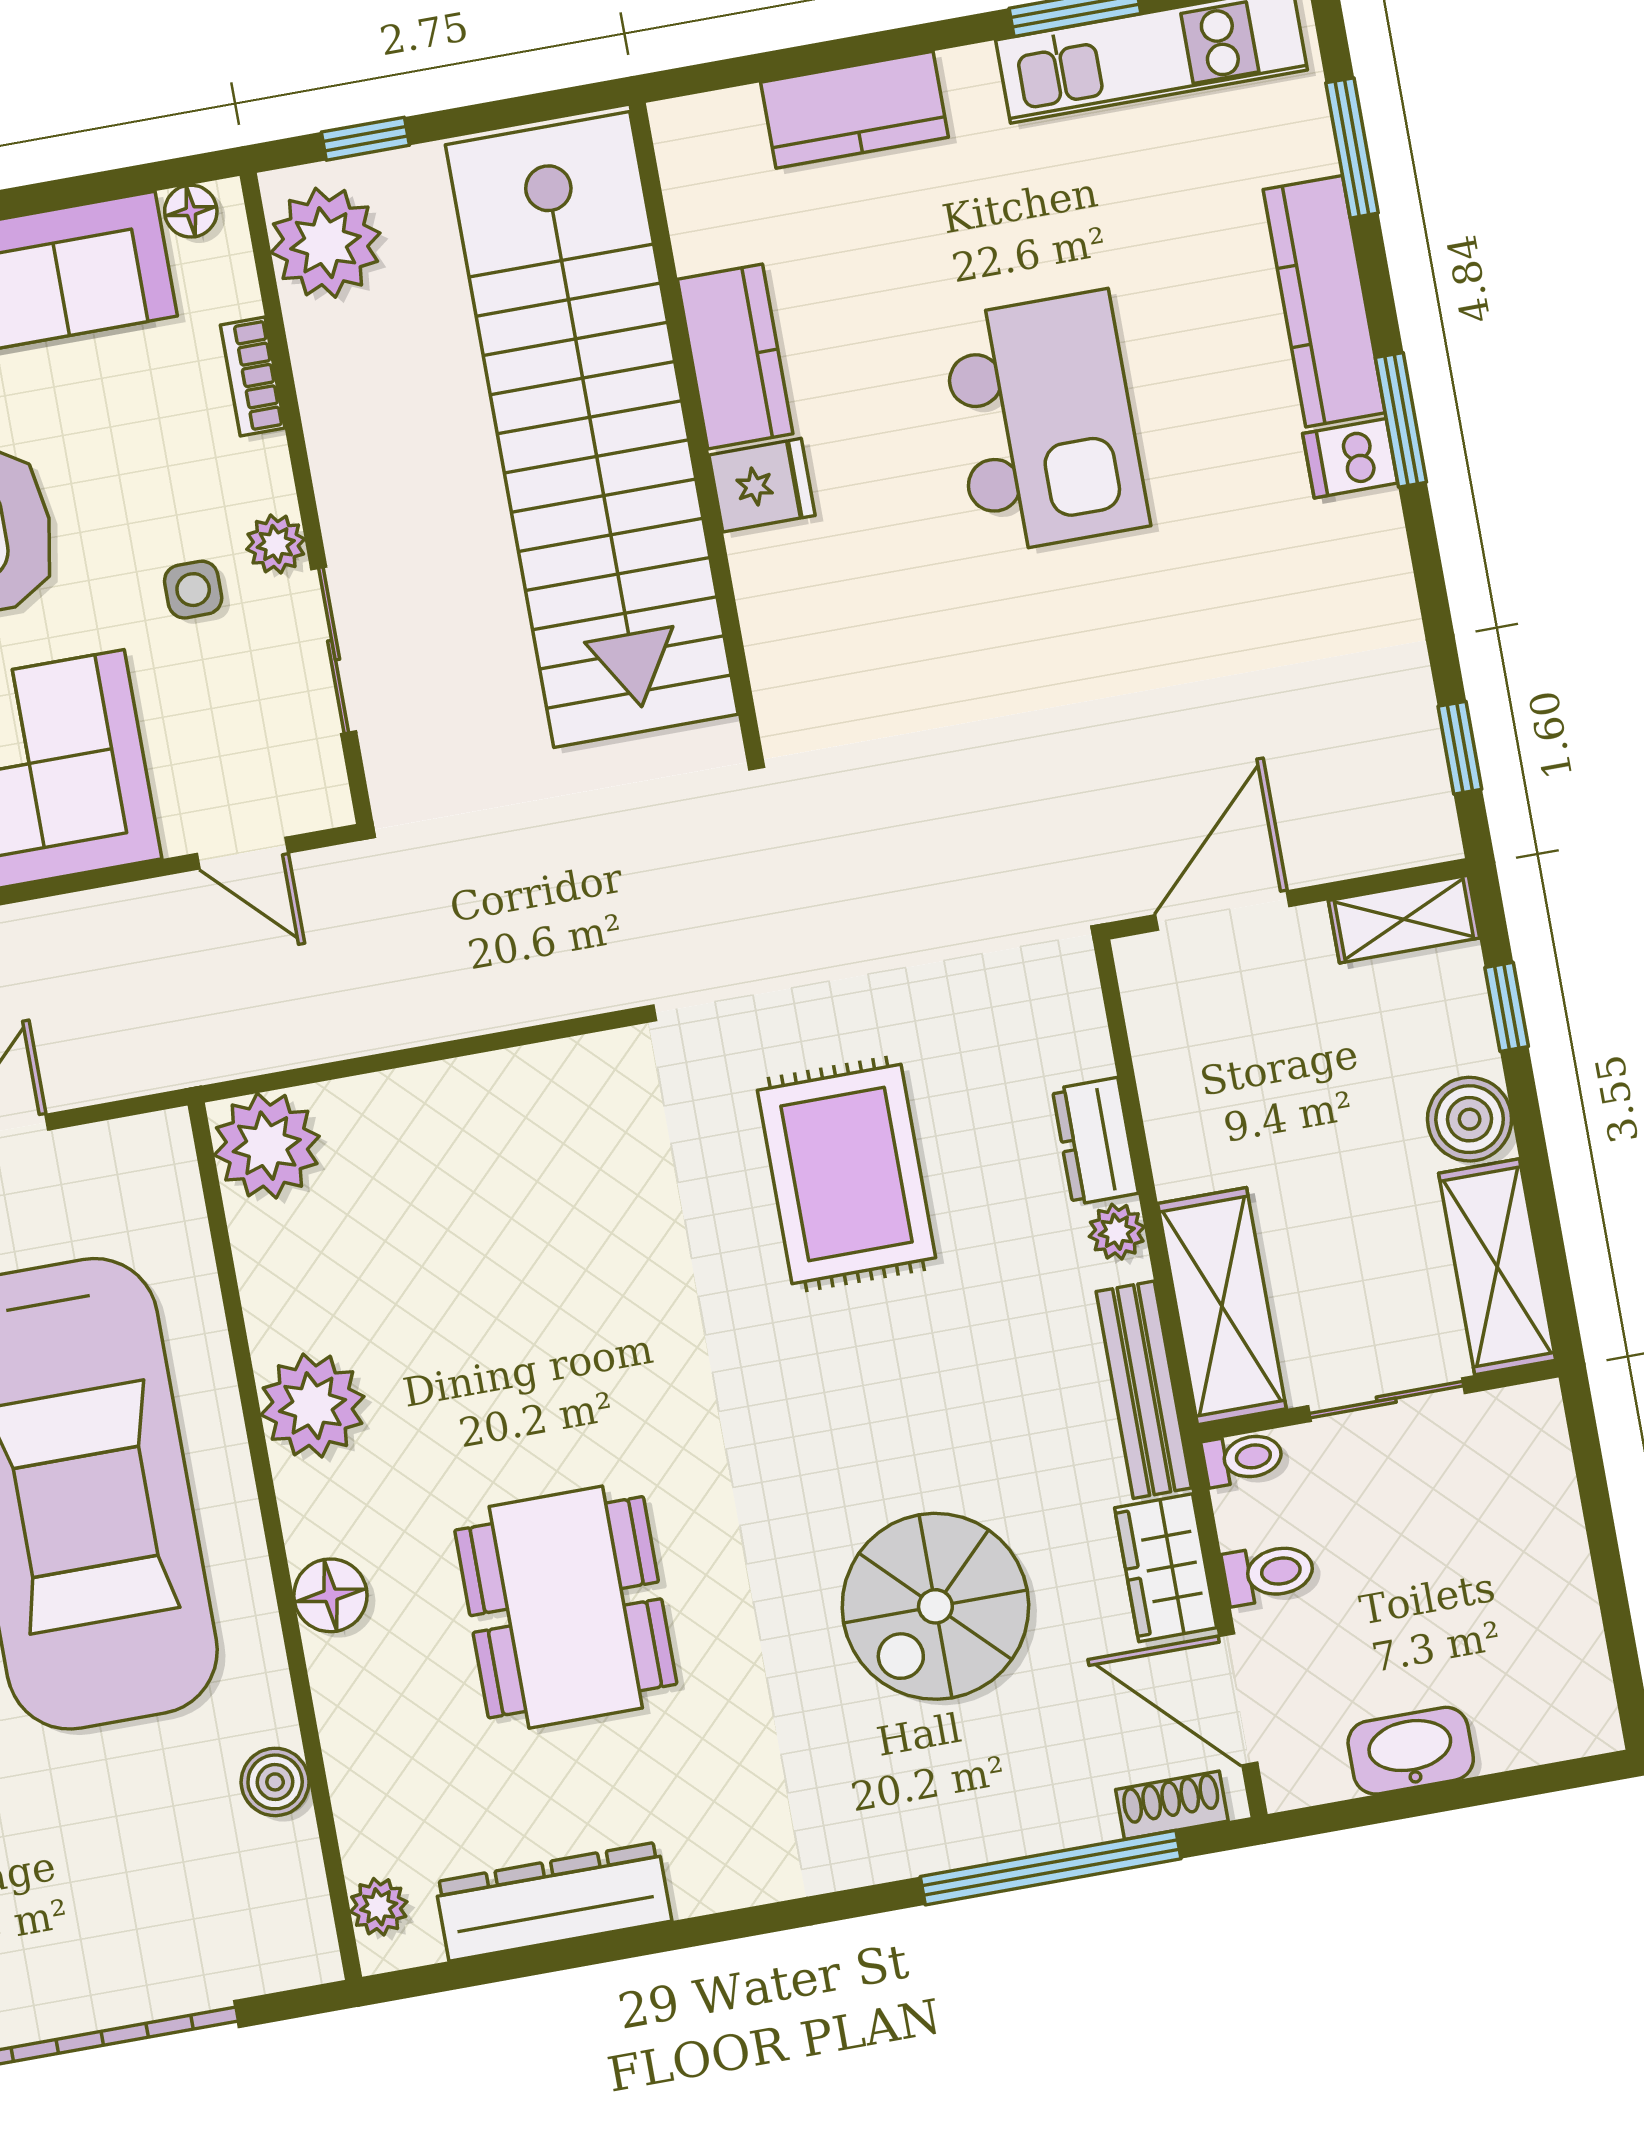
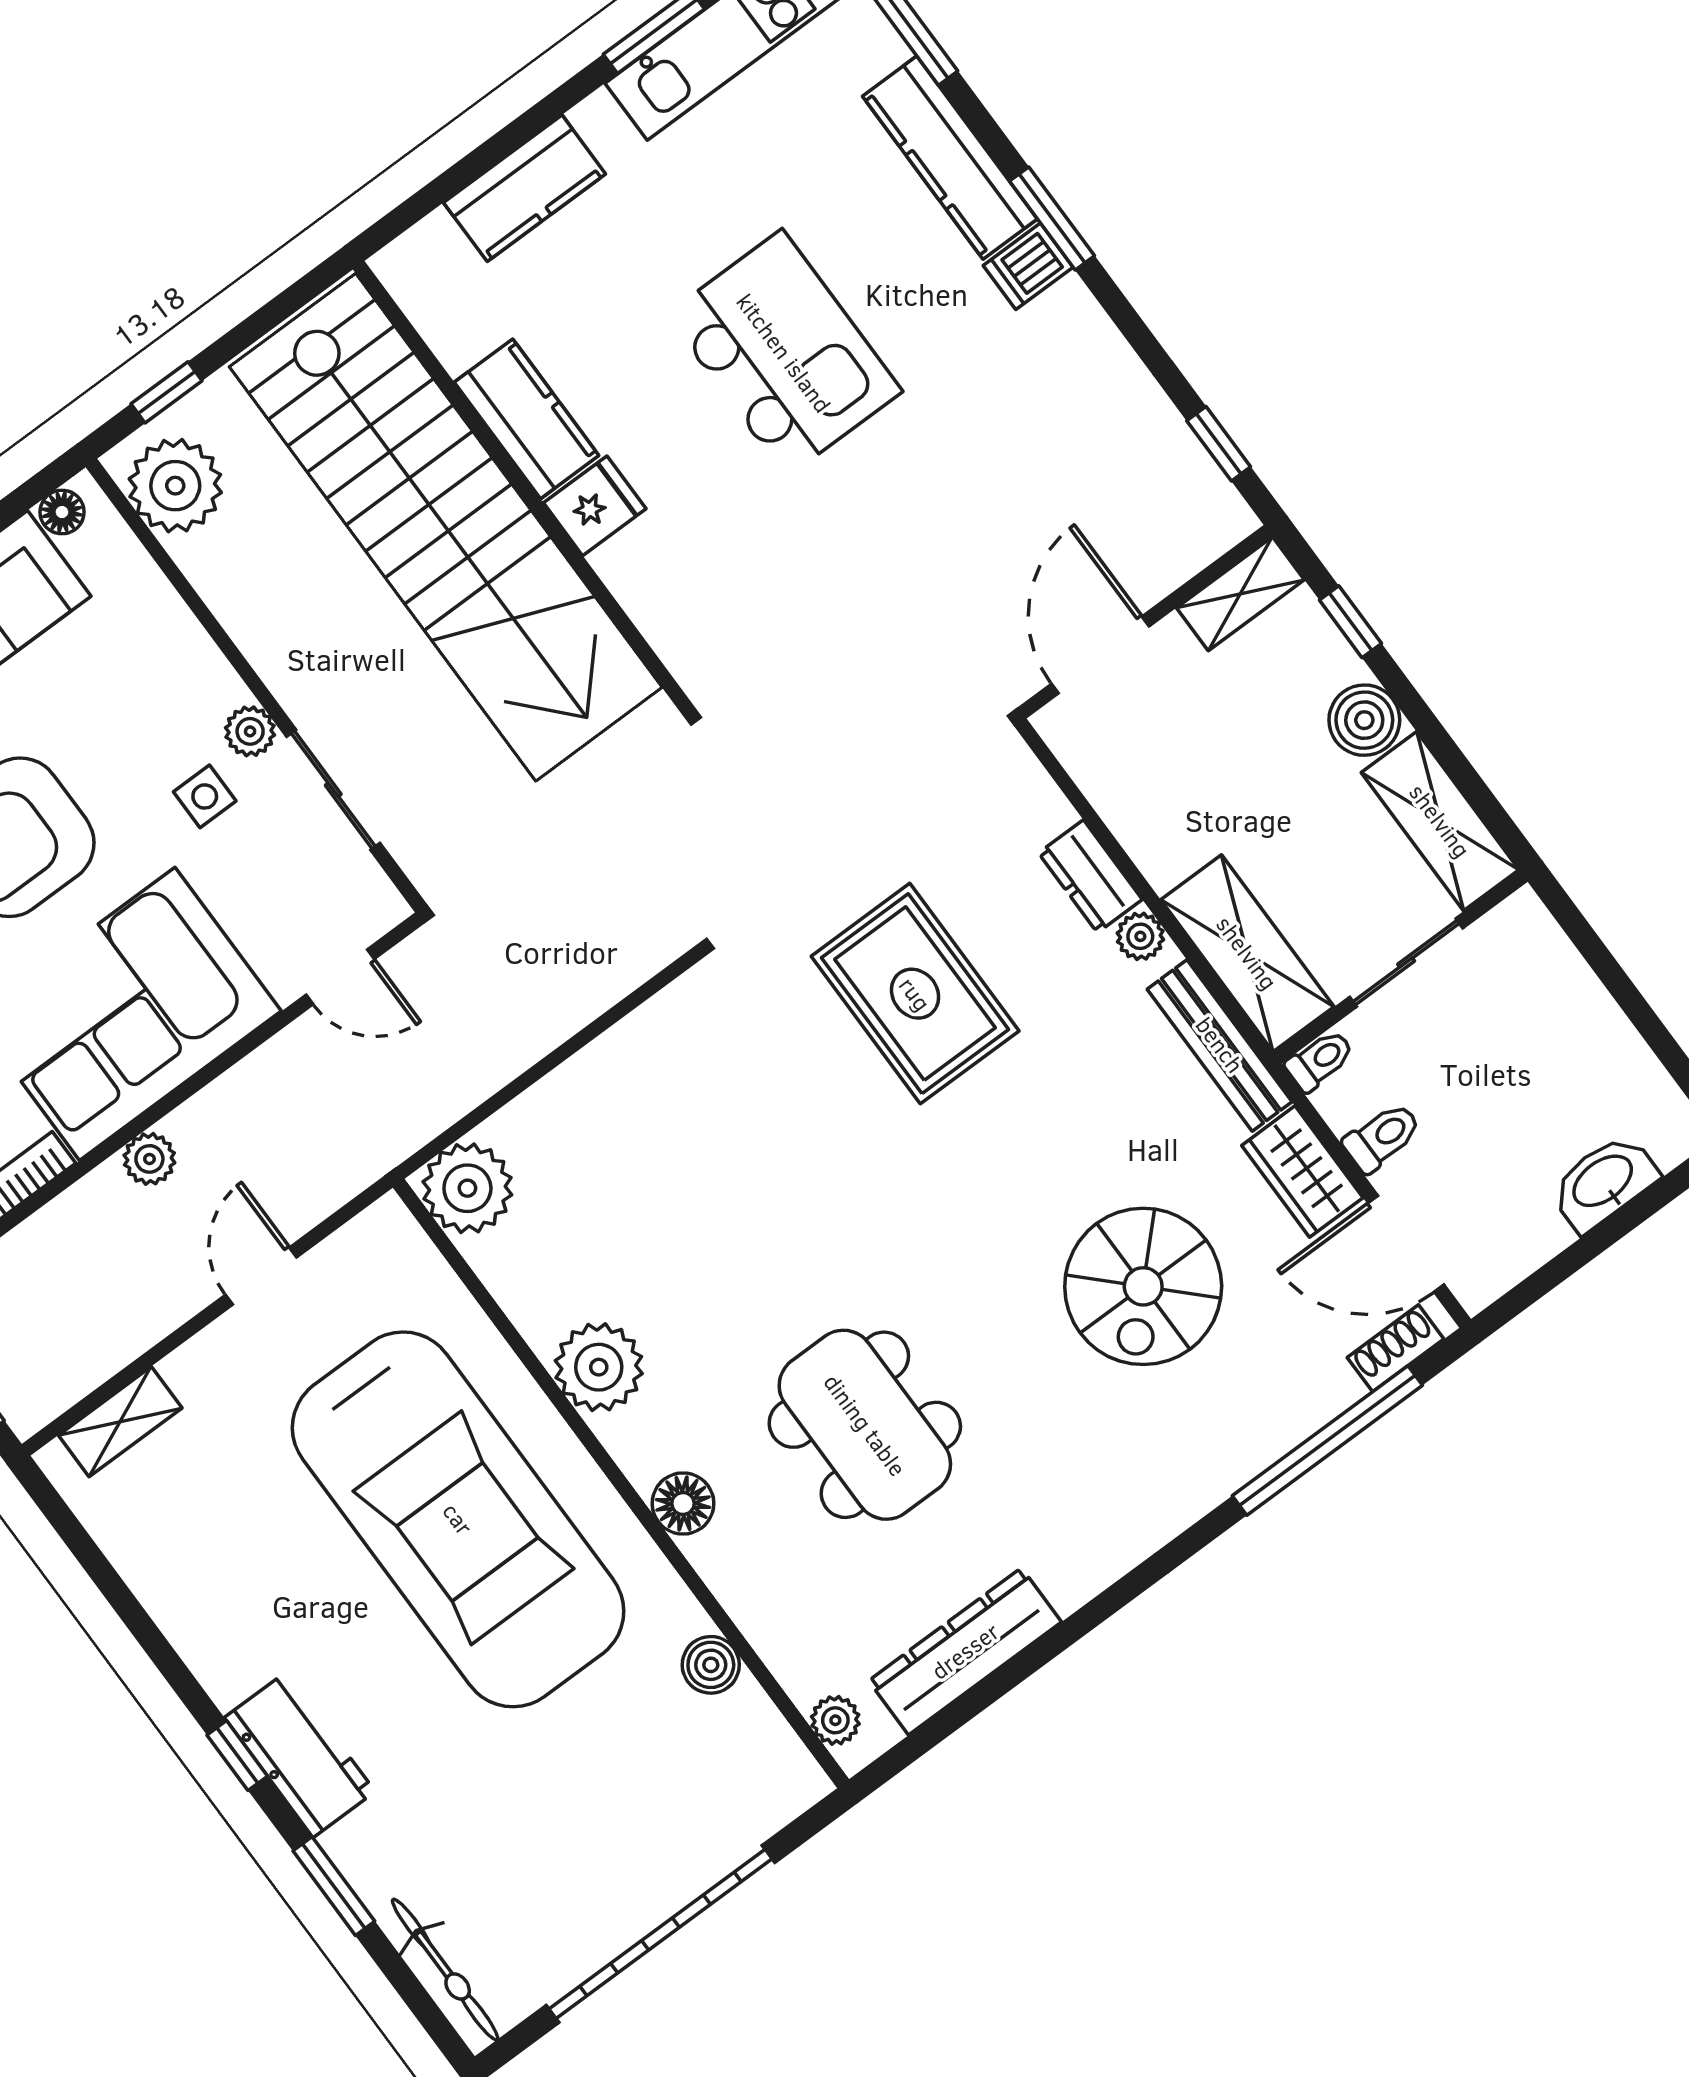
bookcase: (253, 376) -> (170, 614), removed
washbasin: (1411, 1751) -> (1604, 1182), moved

